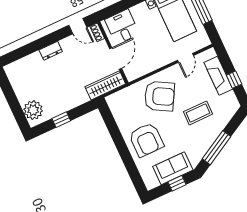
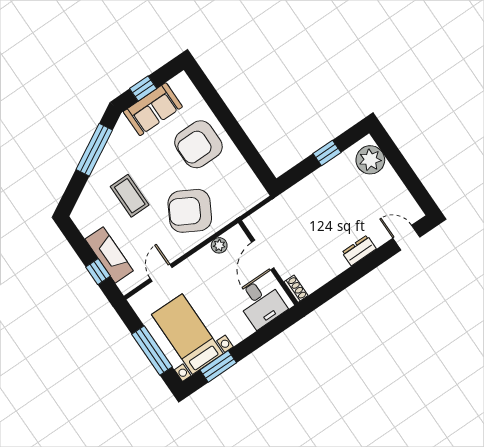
door: (78, 26) -> (406, 238), moved
plant: (144, 70) -> (219, 245), added
window: (234, 80) -> (98, 272), moved
wardrobe: (105, 85) -> (271, 213), removed
coffee table: (198, 113) -> (130, 196), turned 90
armchair: (146, 140) -> (198, 144), turned -90

